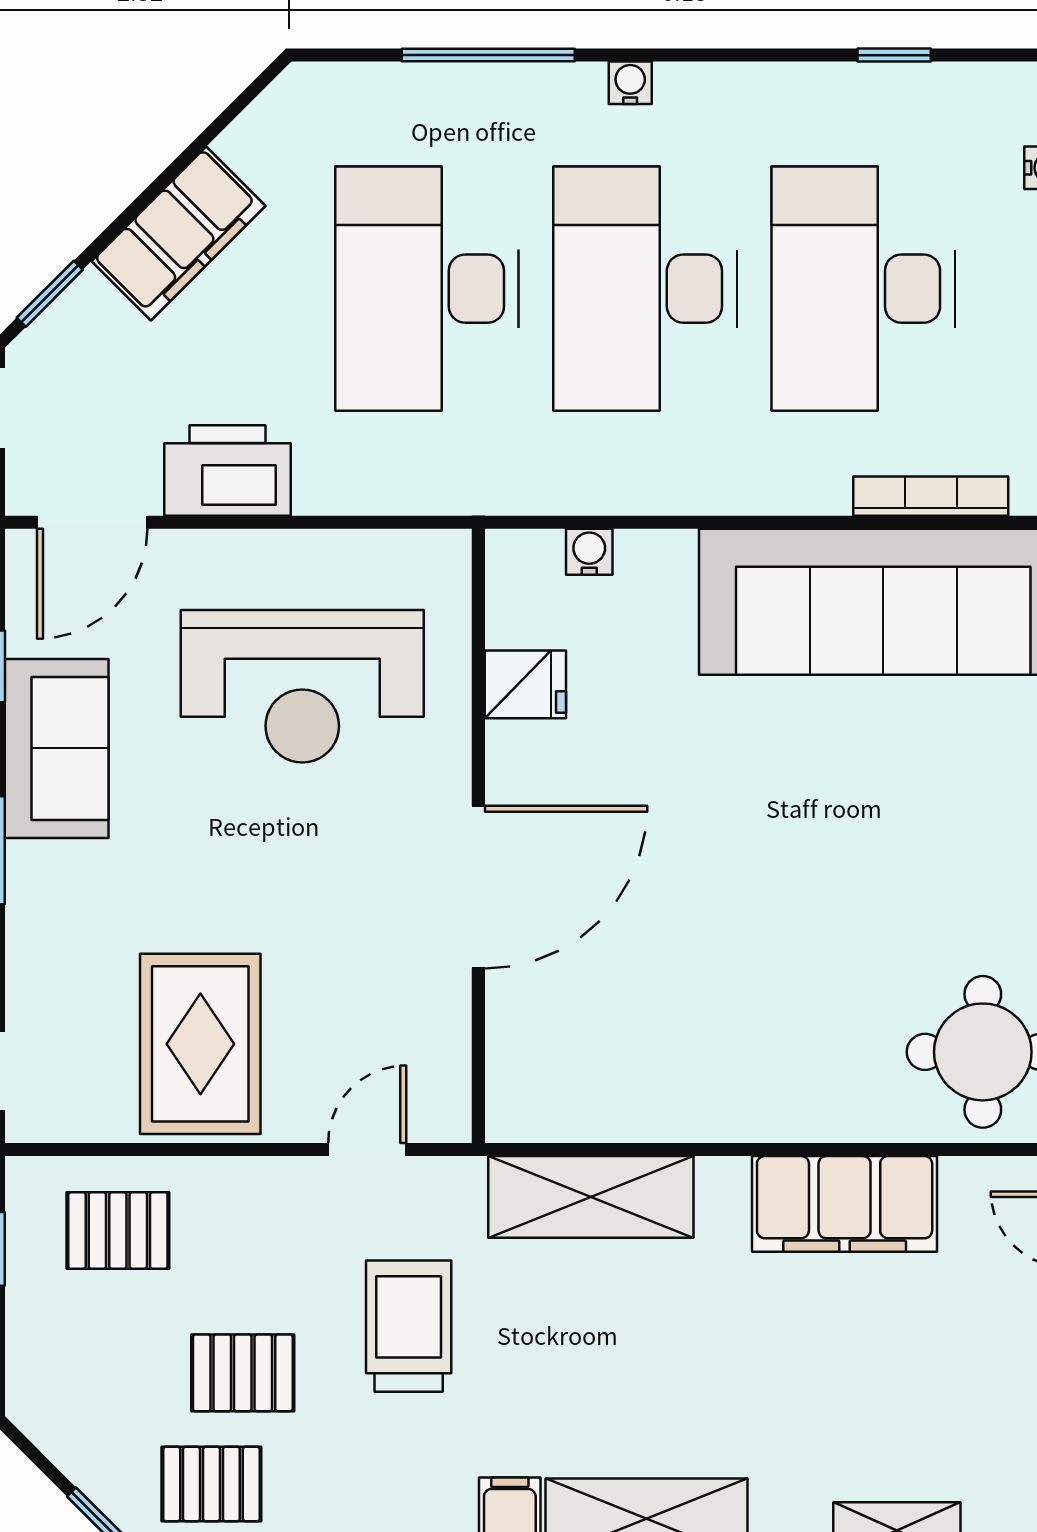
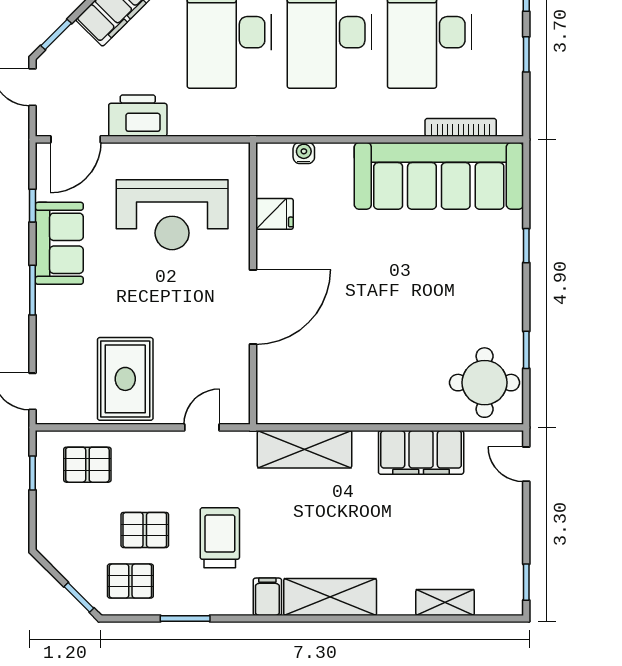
trolley: (409, 1326) -> (220, 538), moved

